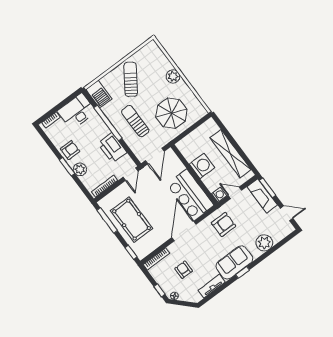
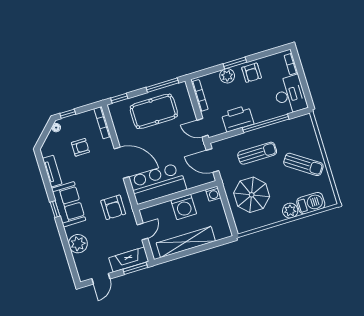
barbecue: (99, 94) -> (311, 203), moved, turned 180
washing machine: (219, 195) -> (213, 194), moved

